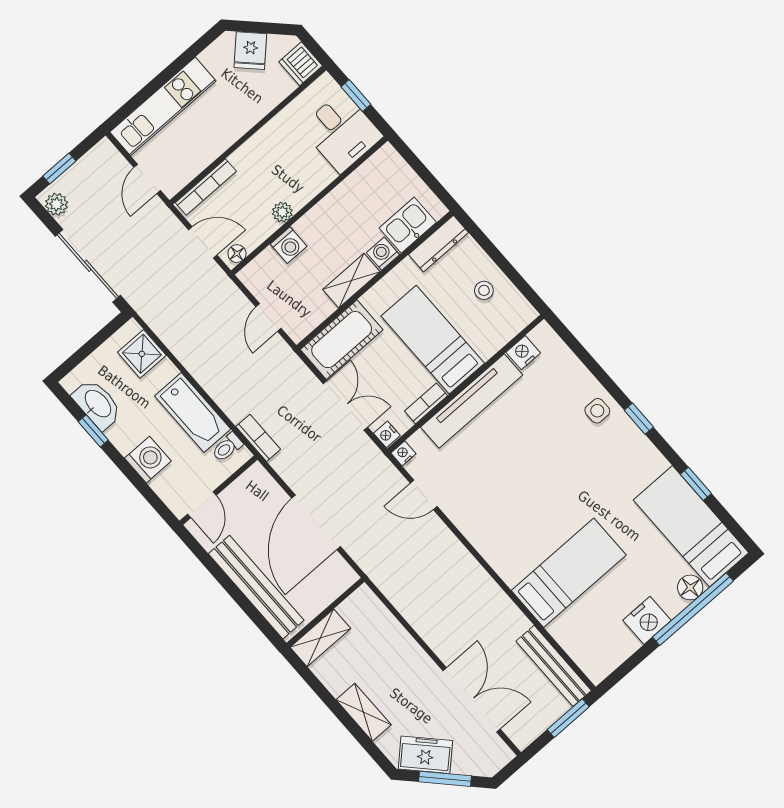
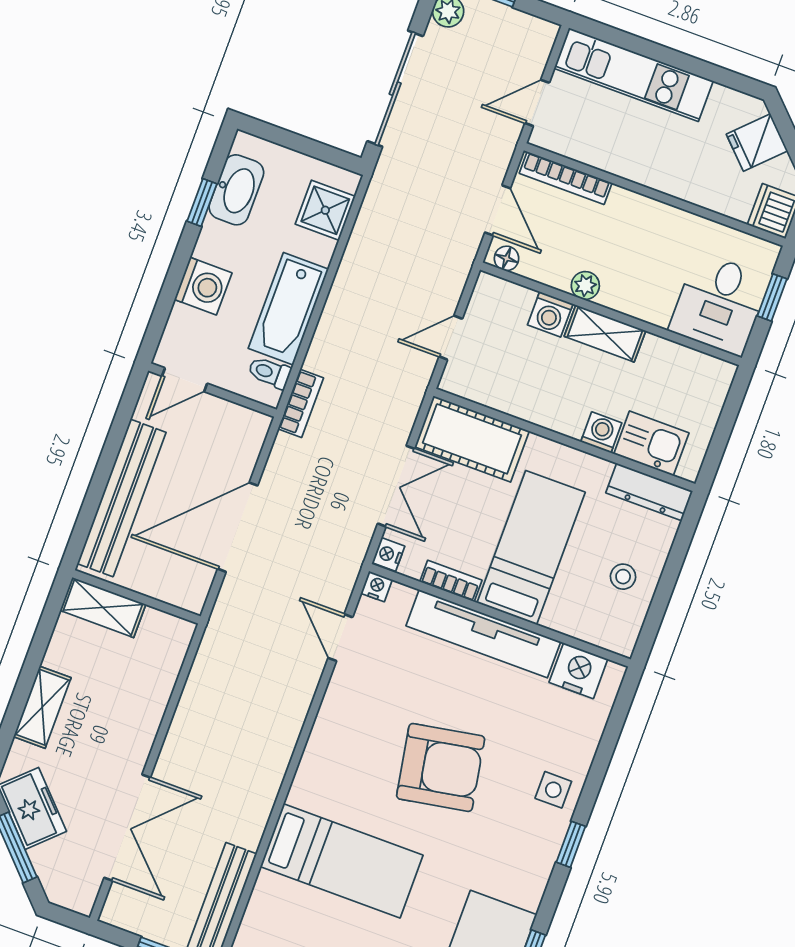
shelving: (351, 281) -> (605, 333), moved
nightstand: (523, 353) -> (578, 671), width x1.36, depth x1.33
armchair: (543, 476) -> (441, 767), added

